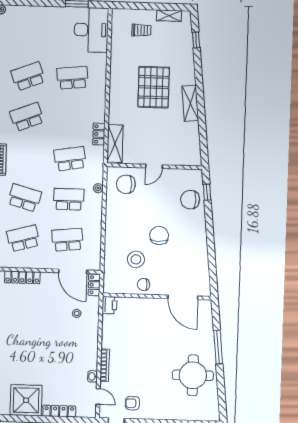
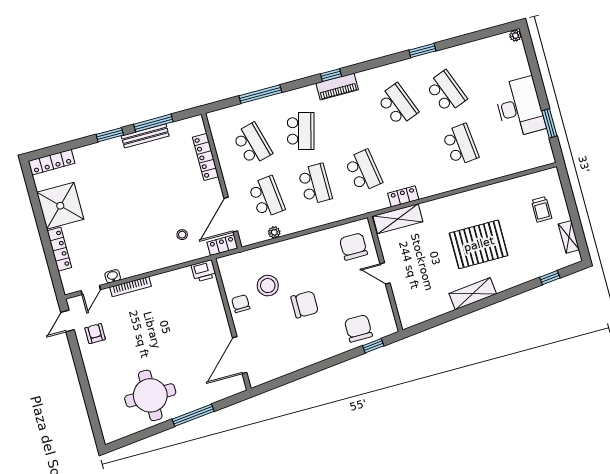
desk: (91, 30) -> (520, 107), moved, turned -90
plant: (98, 188) -> (274, 232), moved

